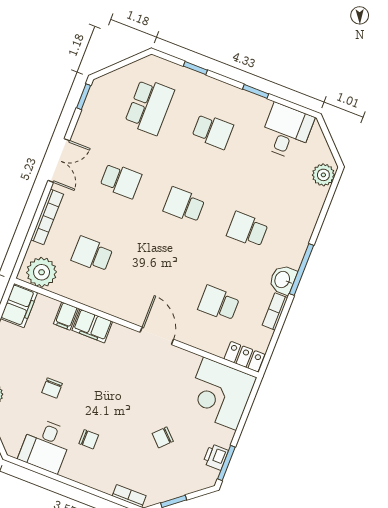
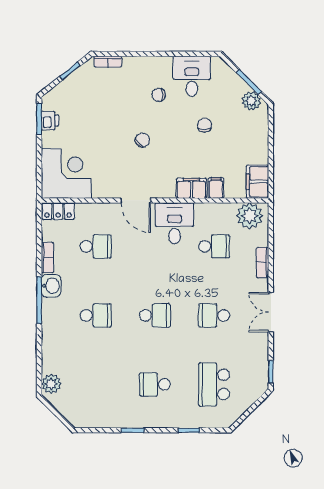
desk: (286, 131) -> (175, 223), moved, turned 180
bookcase: (47, 217) -> (262, 263), width x0.64
chair: (163, 437) -> (142, 140), moved

